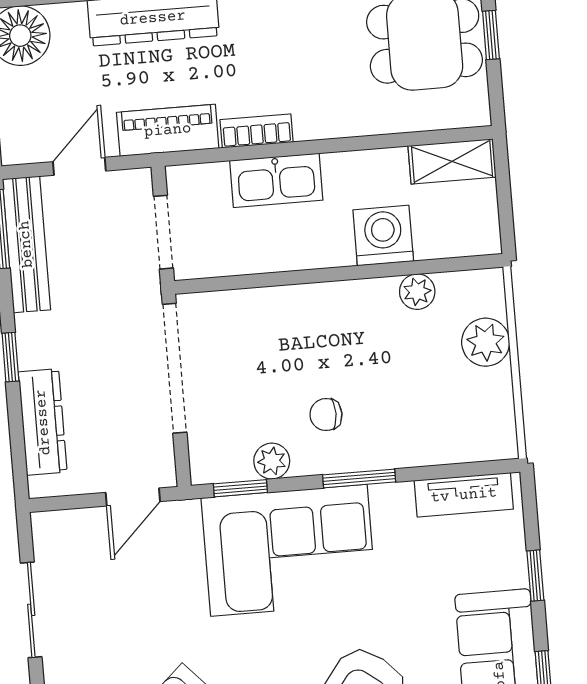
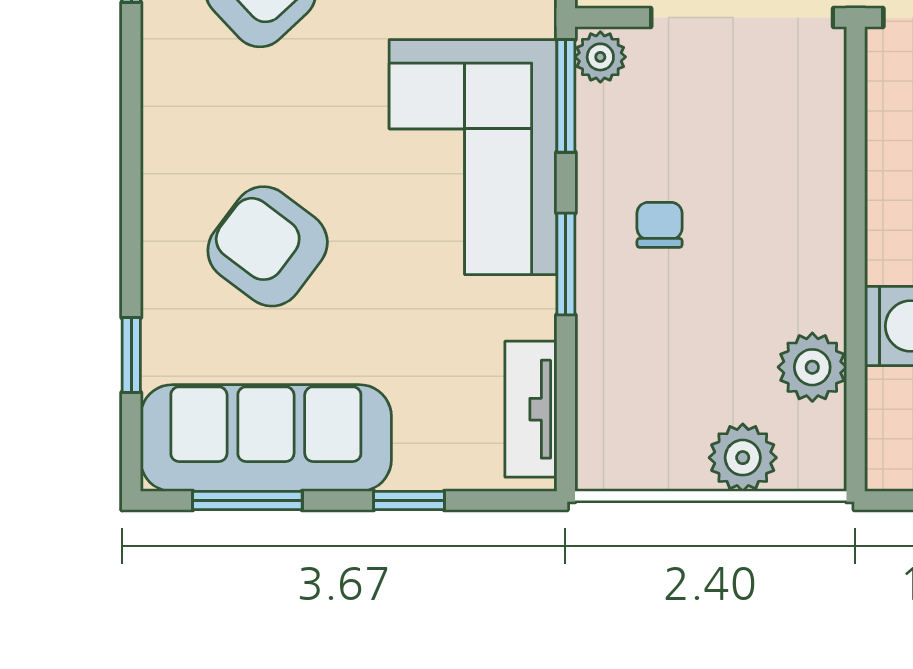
plant: (417, 292) -> (812, 367), width x1.38, depth x1.38
plant: (272, 461) -> (600, 57), moved
window: (240, 488) -> (566, 96), width x1.50

